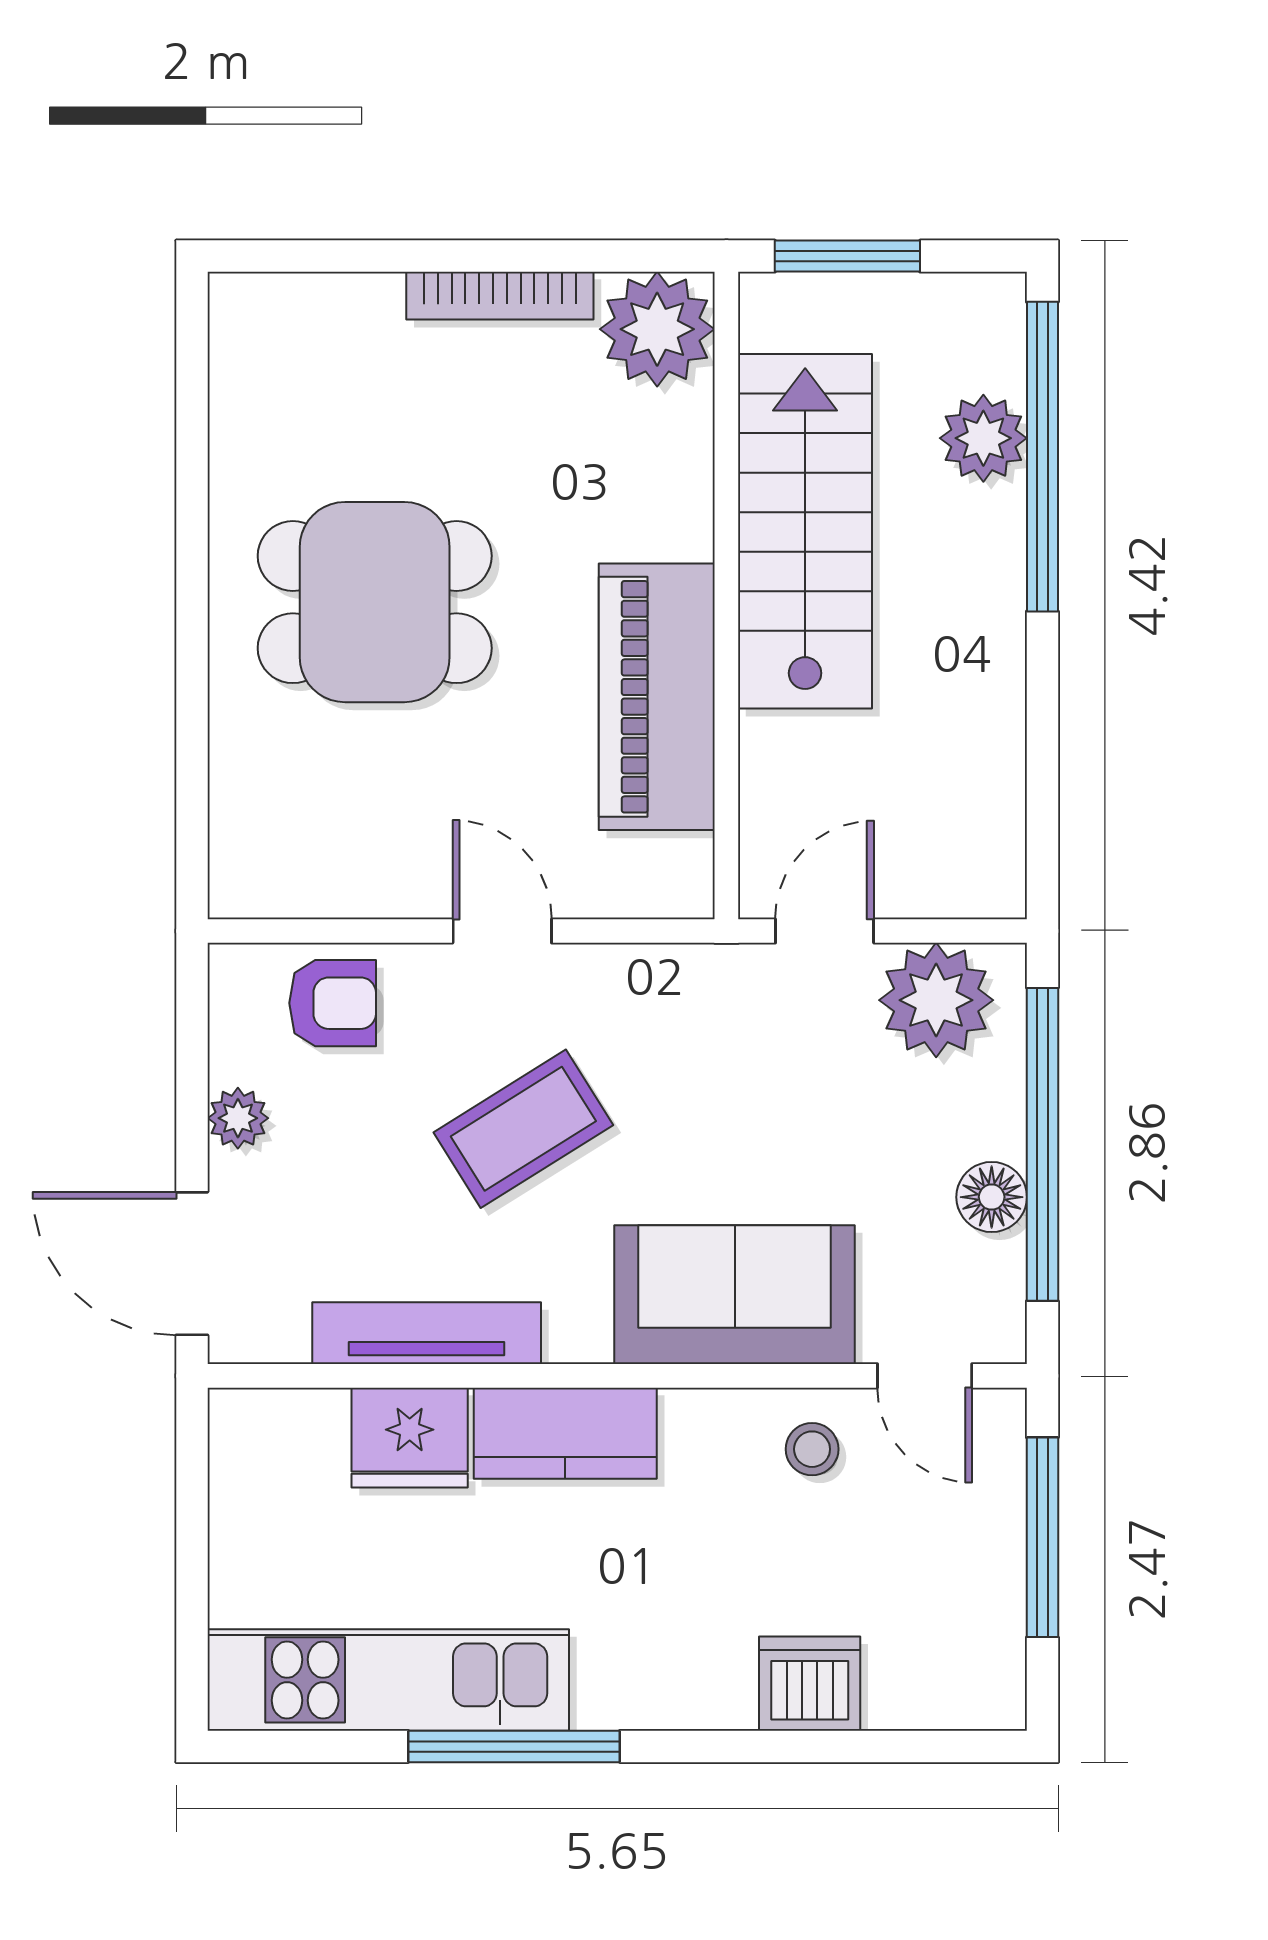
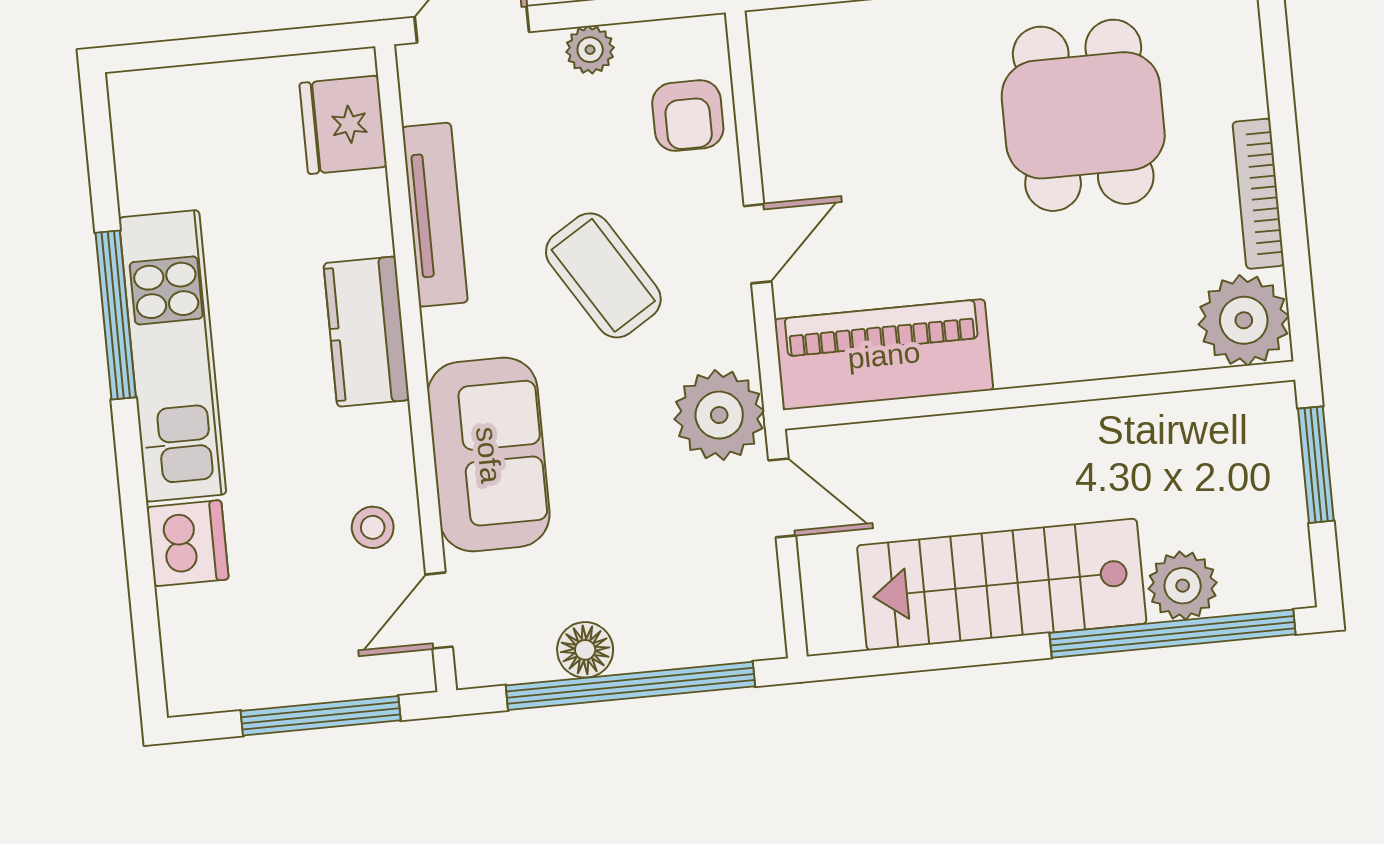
stairs: (805, 531) -> (1002, 584), moved, turned 180
dining table: (375, 602) -> (1083, 115), moved
piano: (657, 697) -> (884, 355), moved
plant: (936, 1000) -> (719, 415), moved
fridge: (410, 1438) -> (343, 125), moved
kitchen unit: (388, 1680) -> (173, 356), moved

